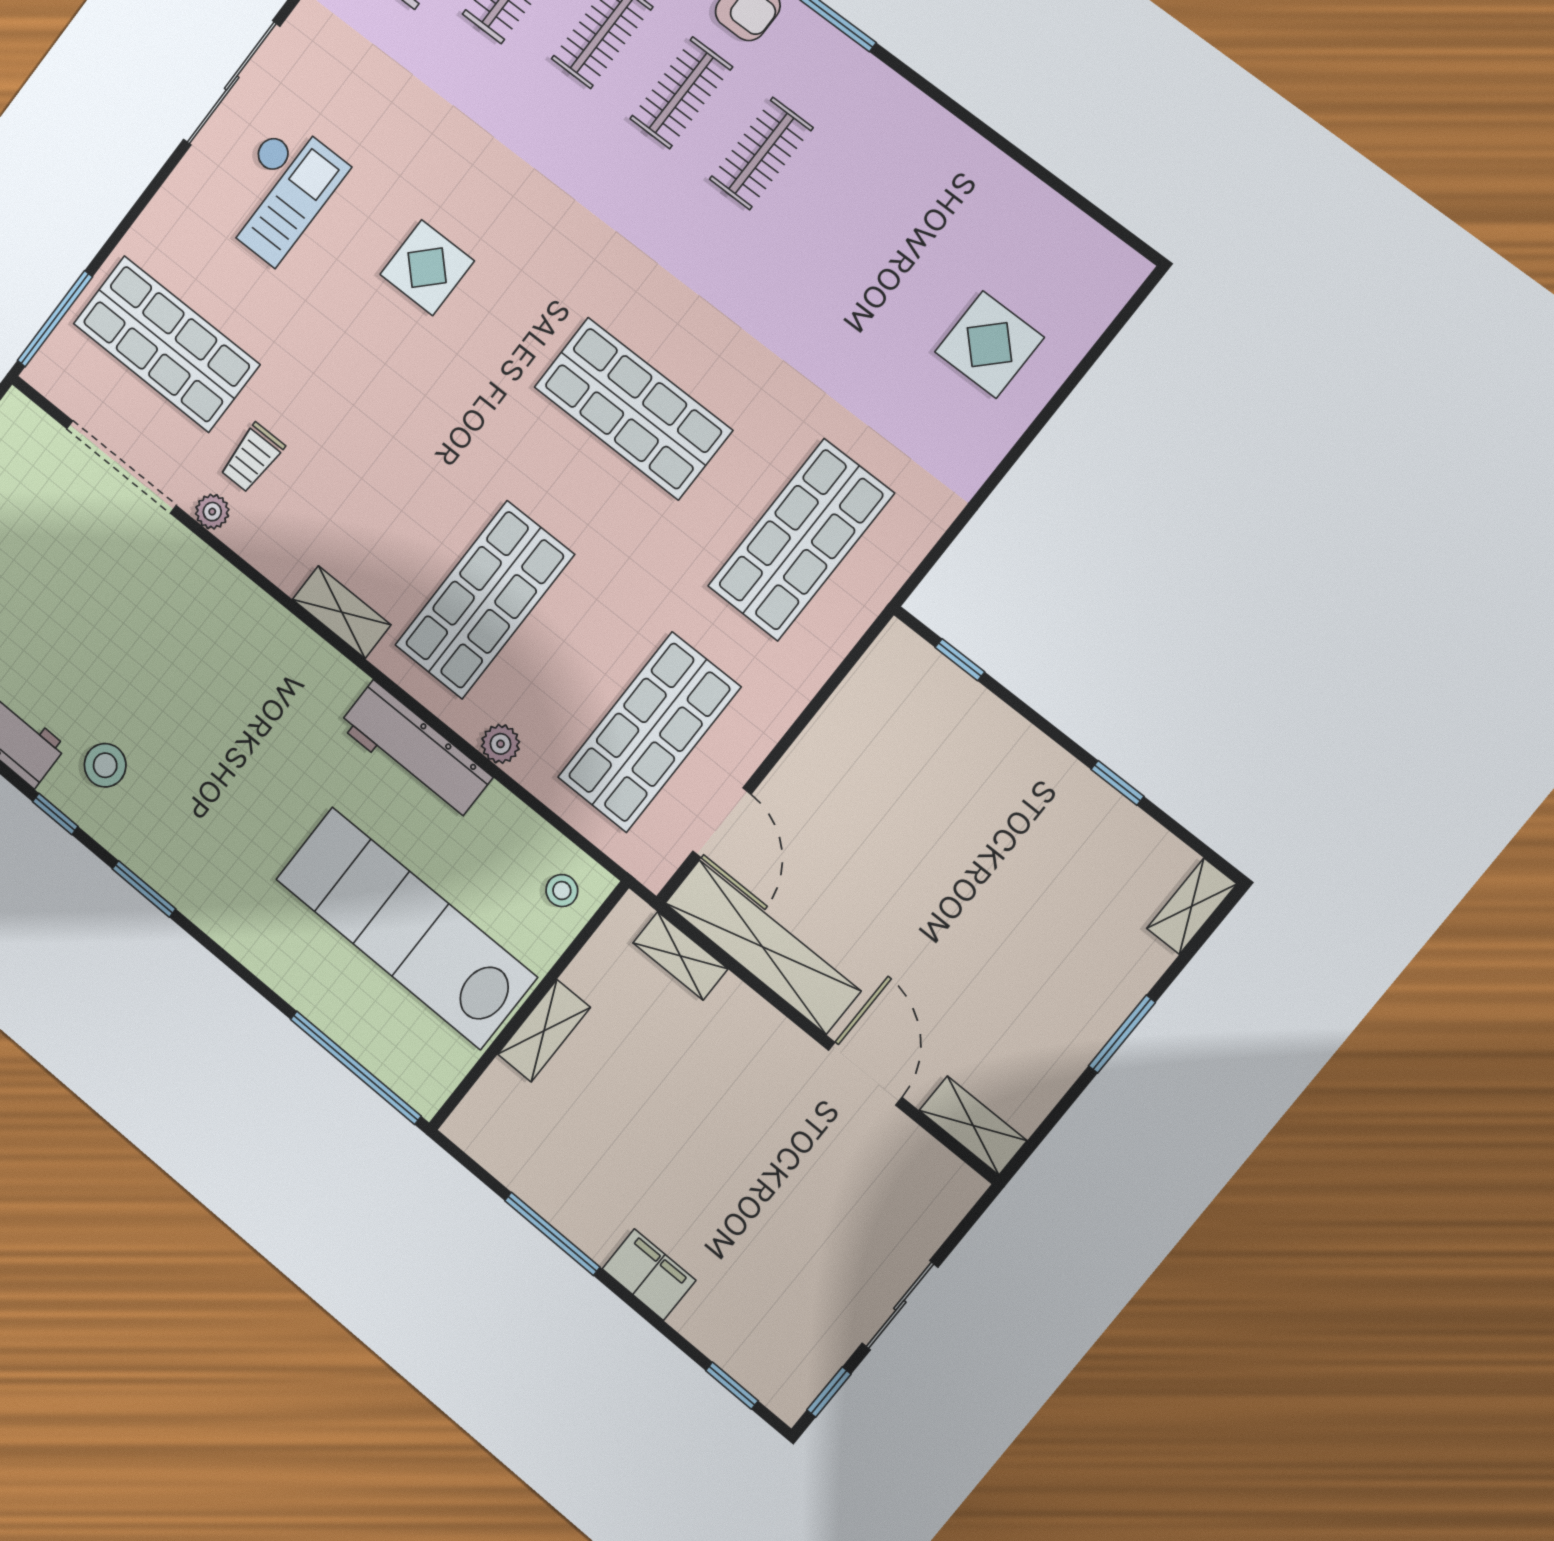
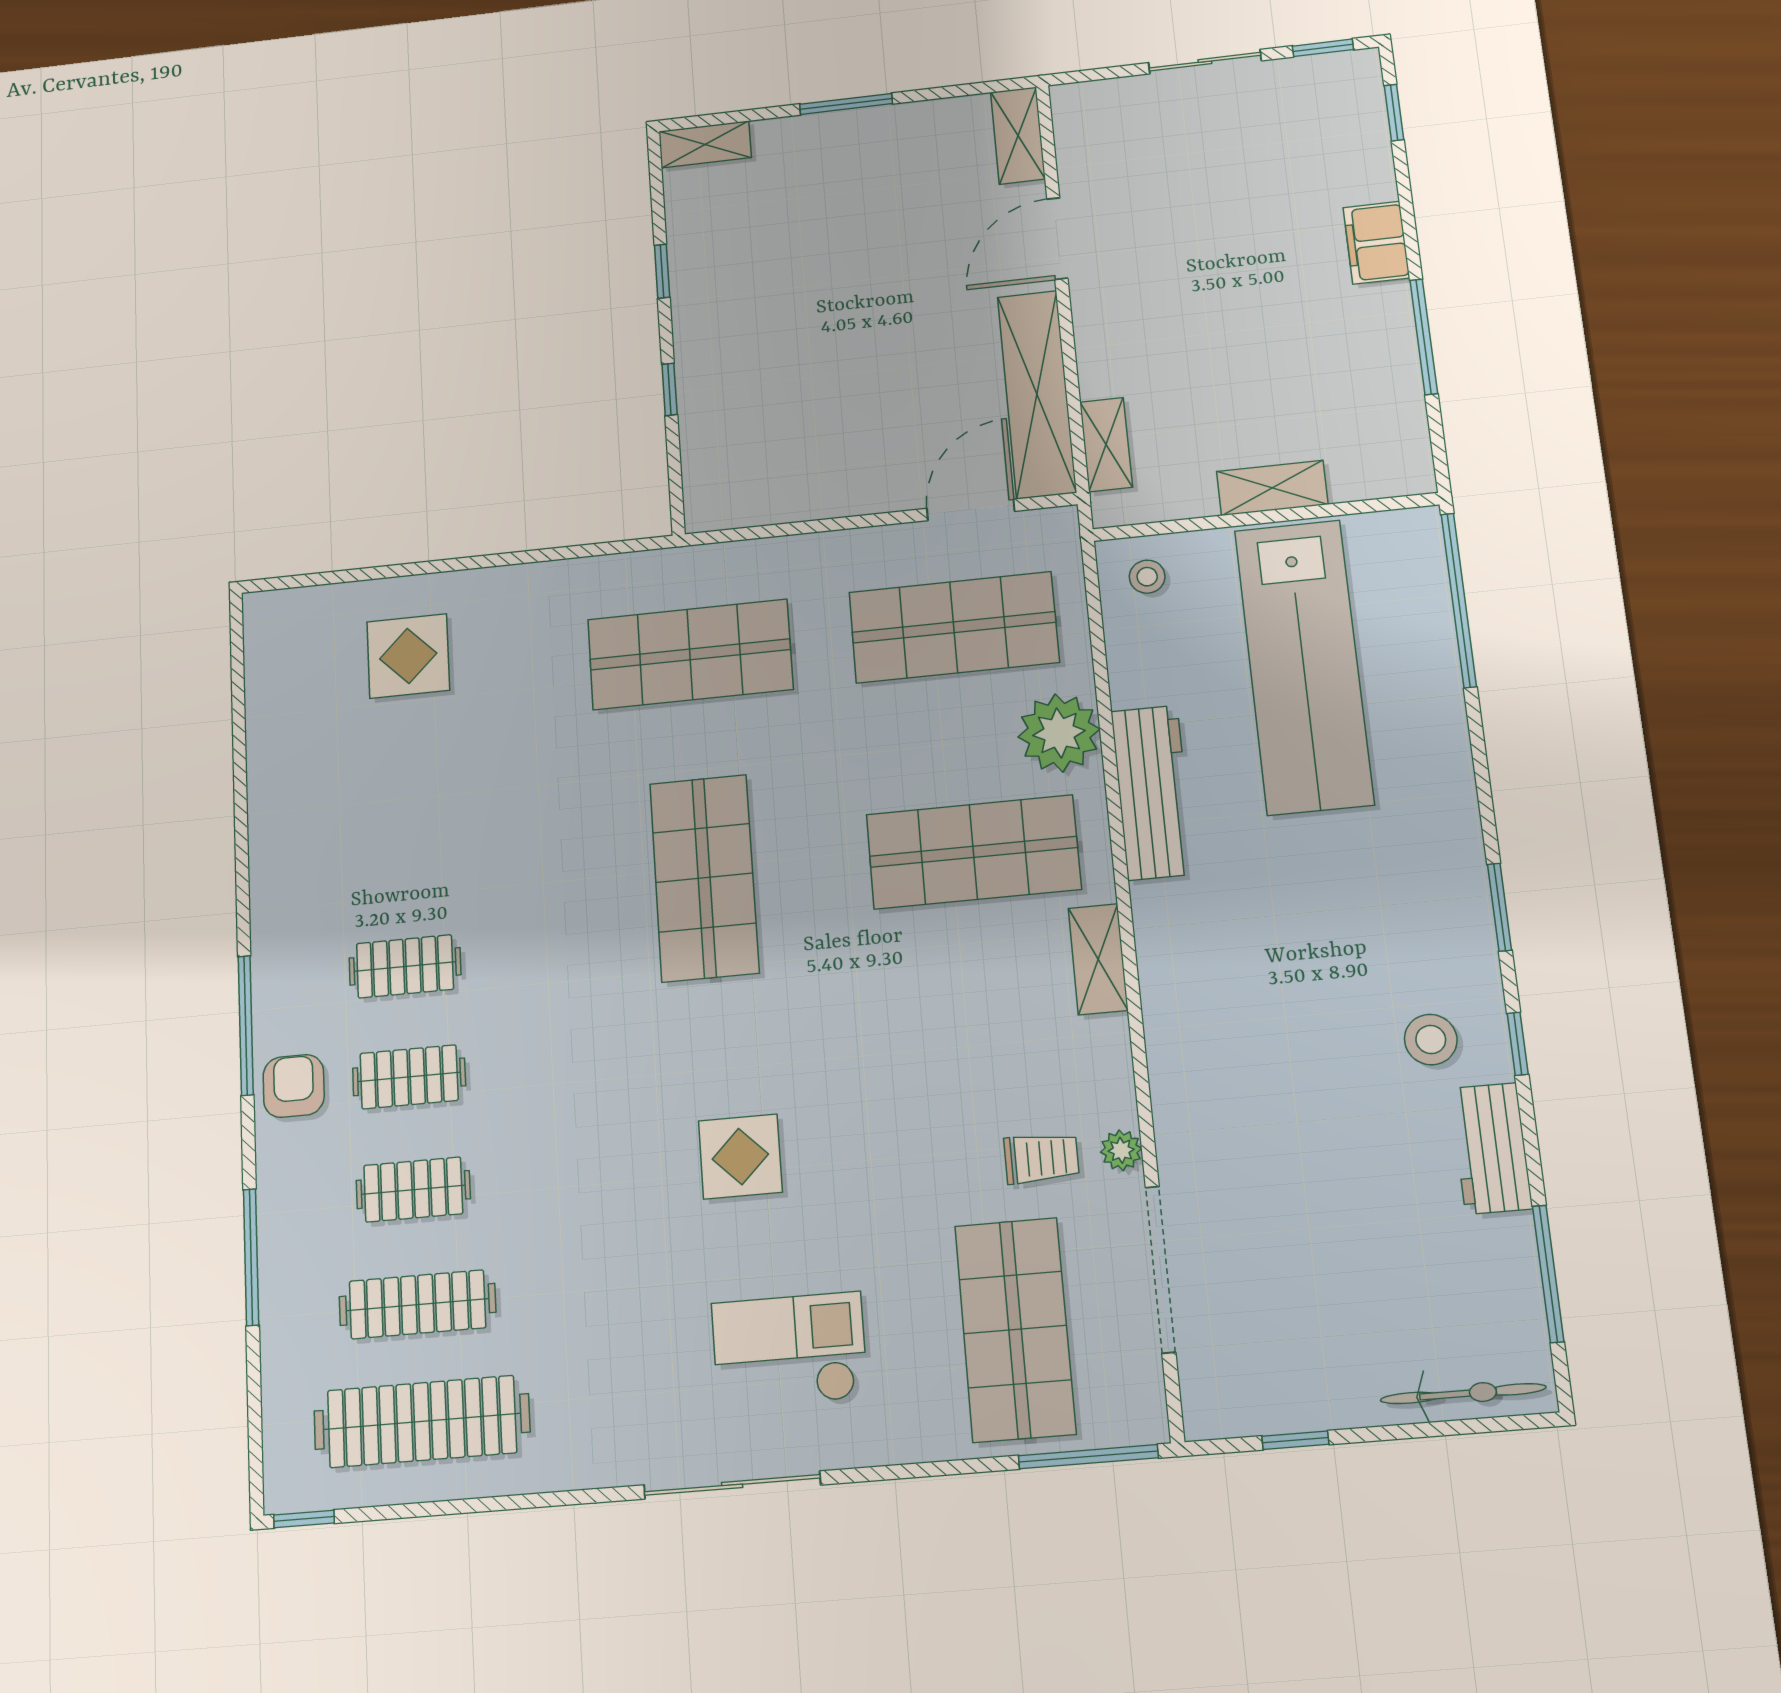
window: (960, 660) -> (670, 389), moved
plant: (500, 744) -> (1059, 733), width x1.88, depth x1.88

